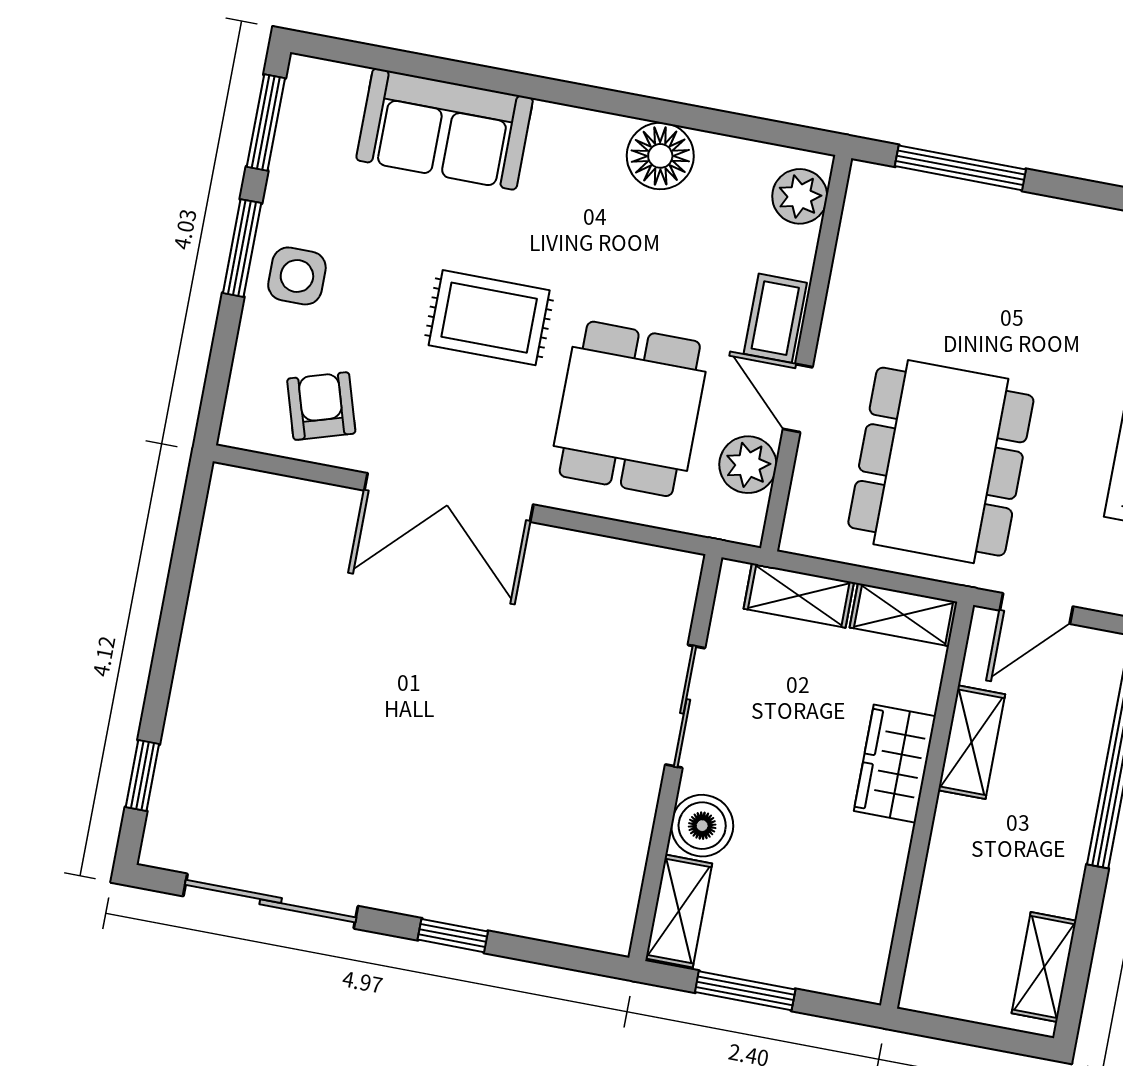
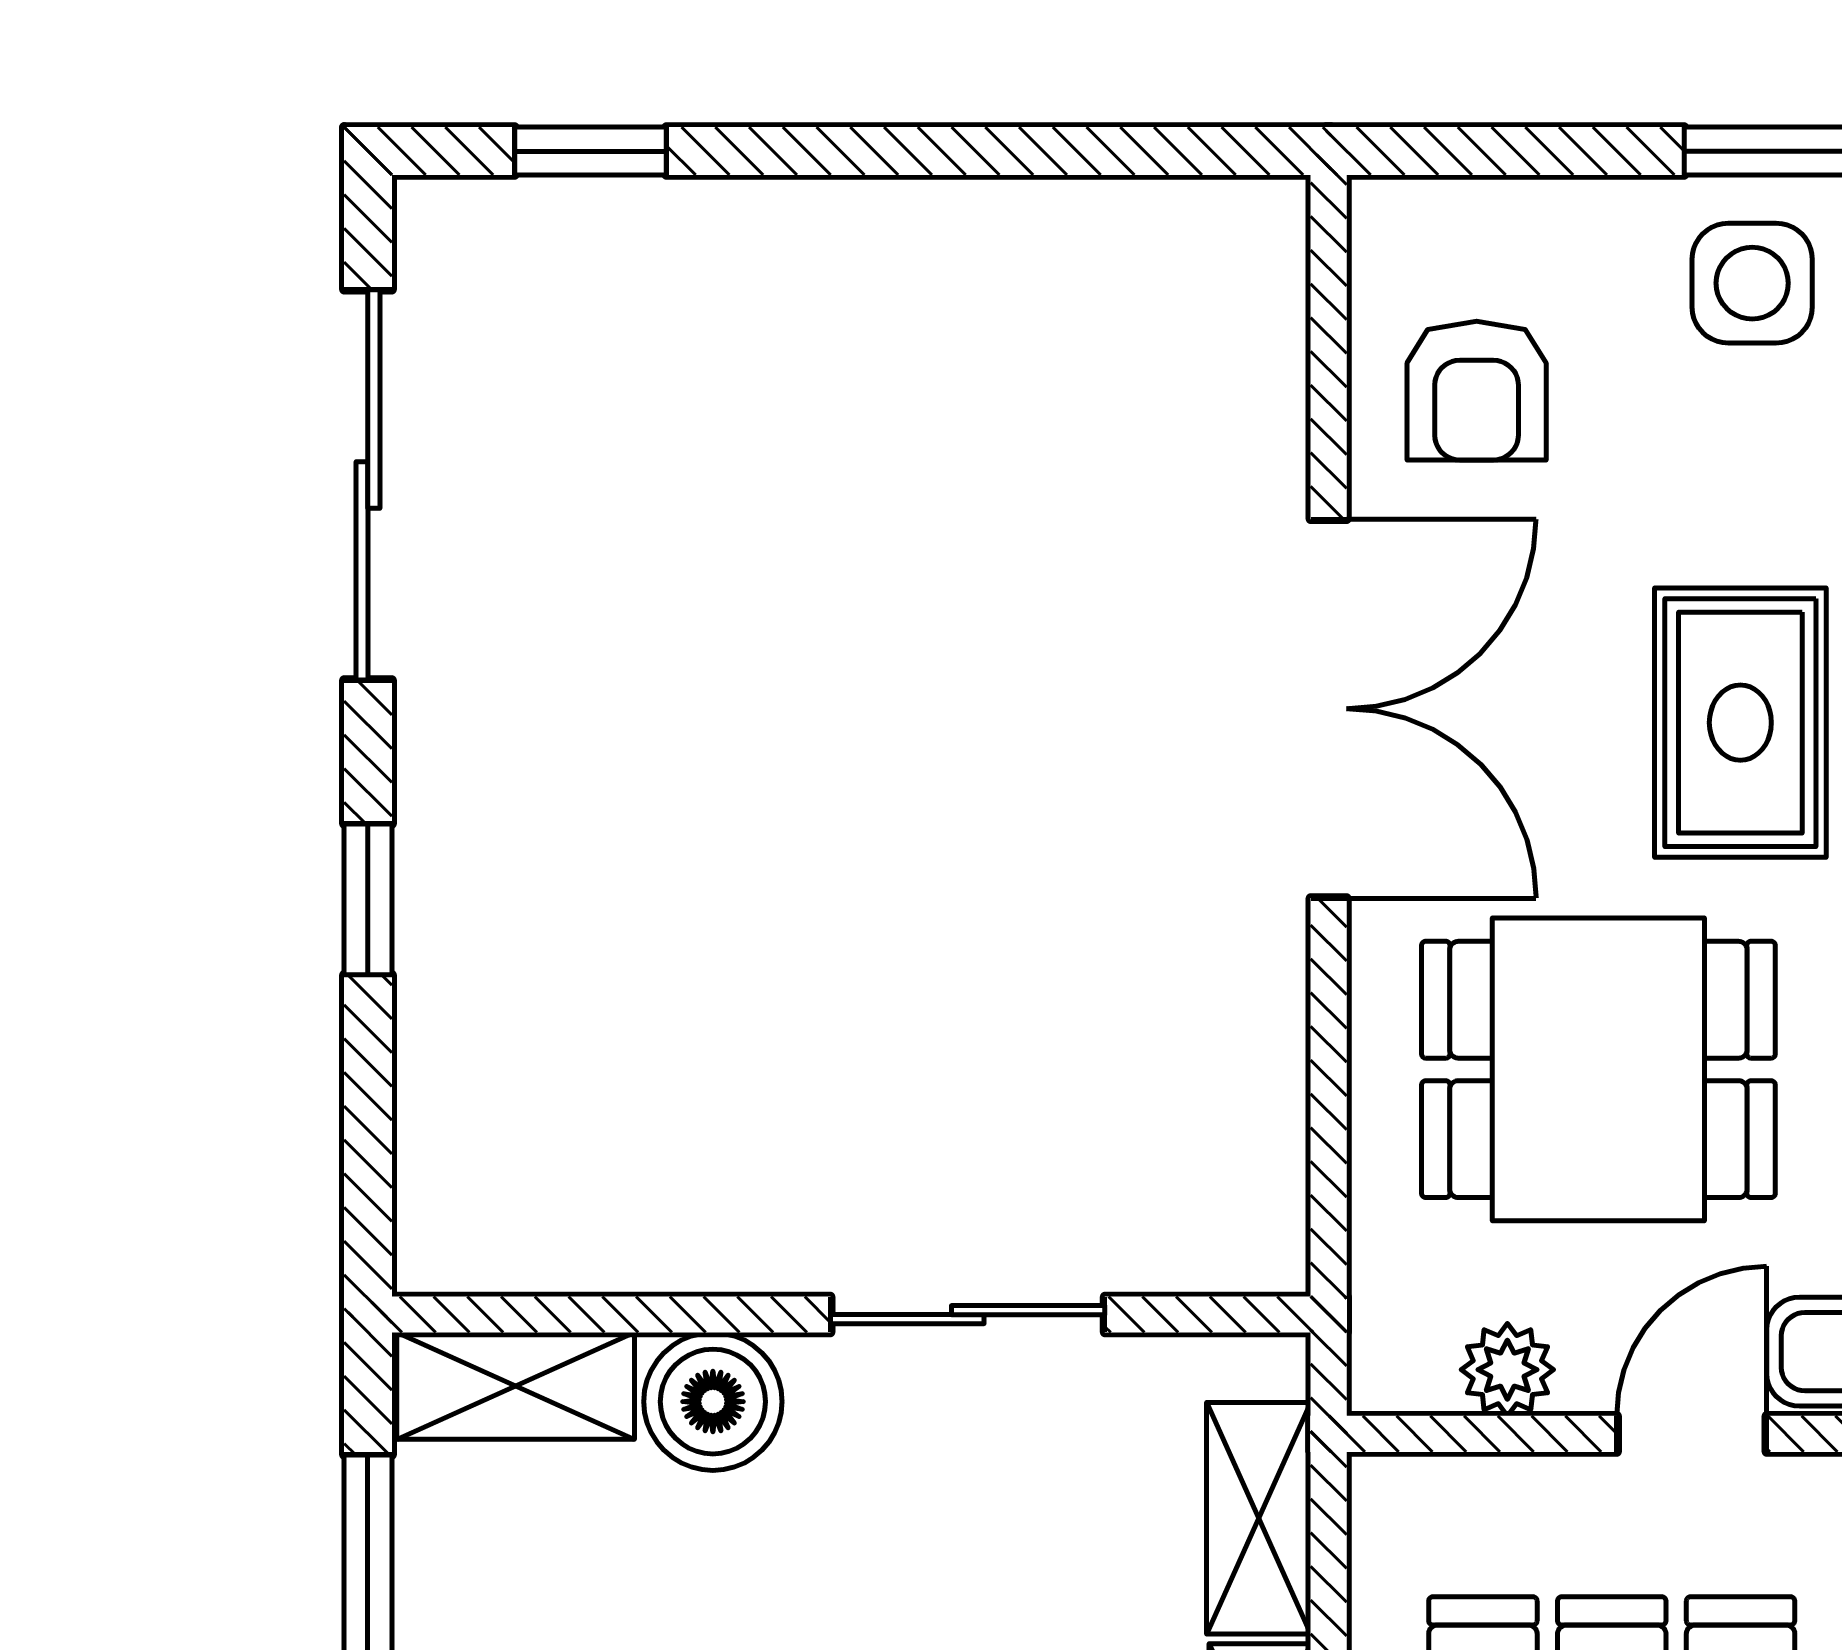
armchair: (321, 406) -> (1477, 391), turned 107
plant: (748, 465) -> (1507, 1370), width x0.73, depth x0.73
double door: (449, 497) -> (1329, 709), swing flipped

